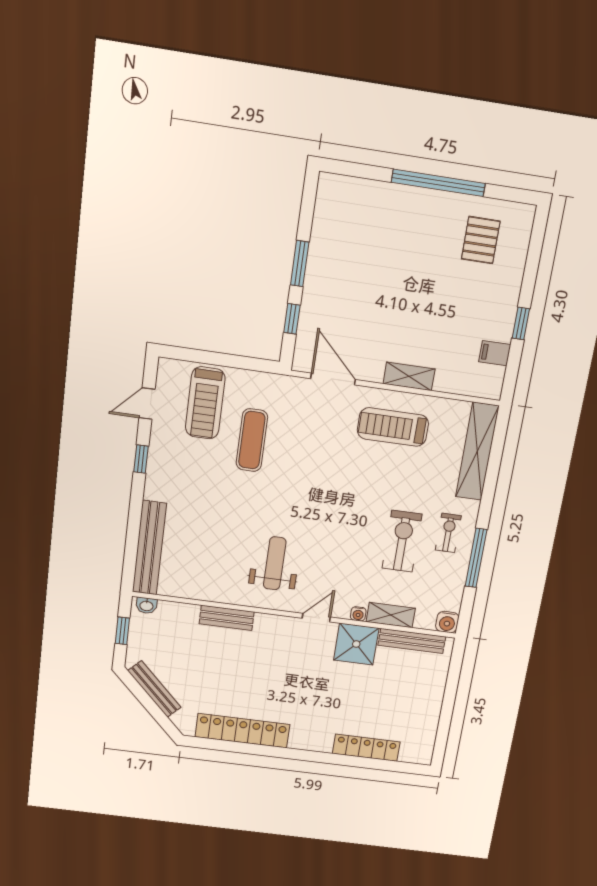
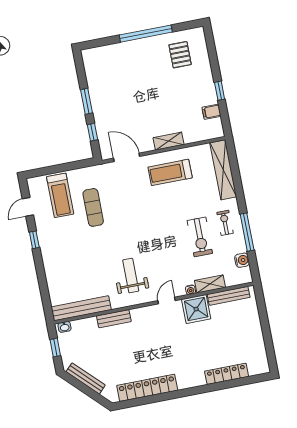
exercise bike: (402, 541) -> (200, 237), turned 180
bench: (149, 548) -> (81, 308), moved, turned 90
water cooler: (447, 622) -> (242, 260), moved, turned -90

